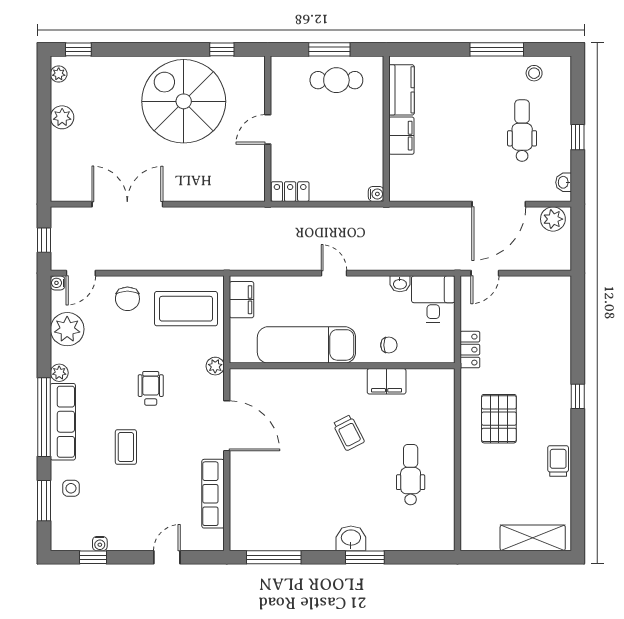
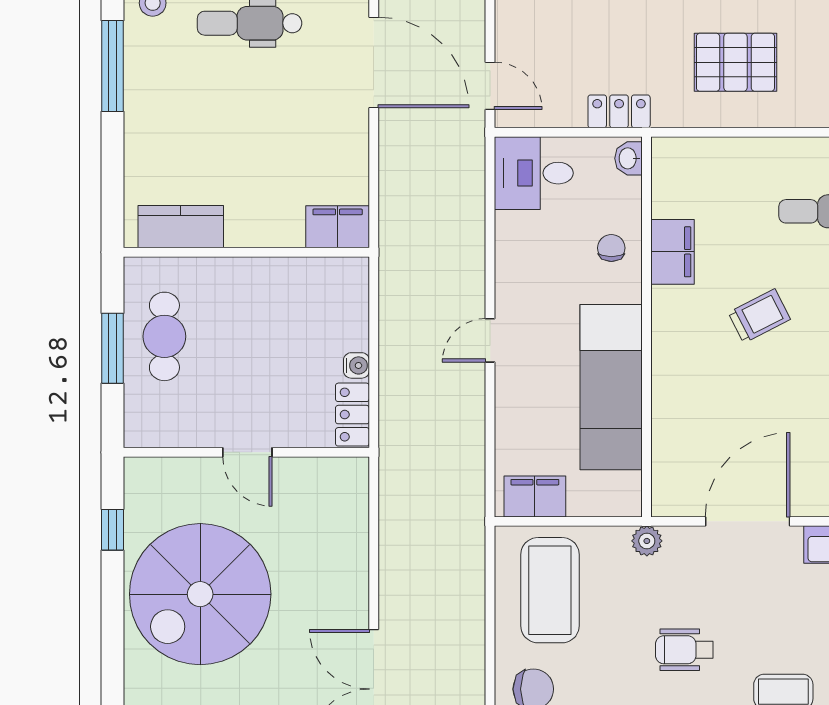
filing cabinet: (401, 136) -> (338, 227), moved
water cooler: (376, 194) -> (356, 365), moved, turned 90
washbasin: (400, 284) -> (628, 158), moved, turned 180

